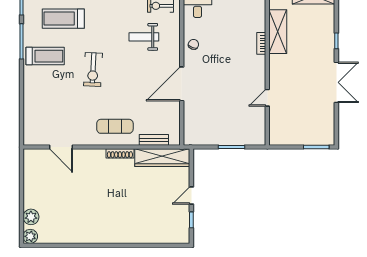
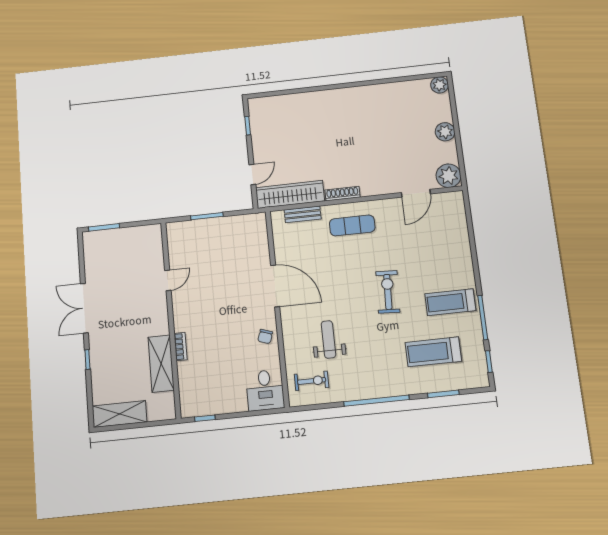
treadmill: (63, 19) -> (433, 352), turned 180
weight bench: (144, 37) -> (328, 339), turned -90
door: (182, 84) -> (275, 286), hinge flipped
door: (61, 147) -> (416, 193), swing flipped
plant: (33, 159) -> (449, 176), added
door: (191, 195) -> (252, 175), moved
plant: (31, 217) -> (445, 132), moved

